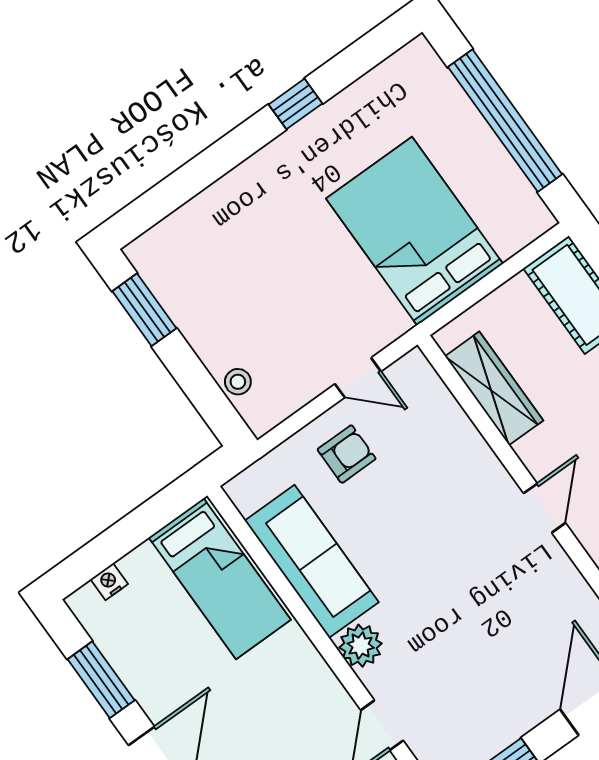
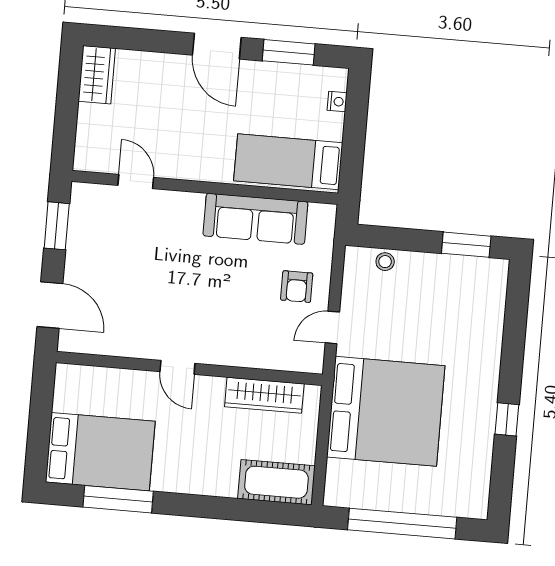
bed: (415, 231) -> (386, 411), width x1.36
plant: (361, 646) -> (188, 206), removed

